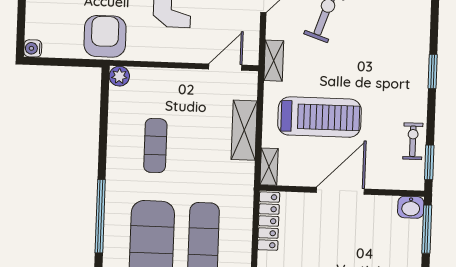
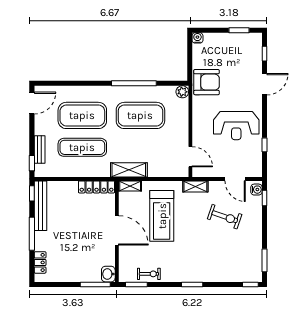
shelving: (244, 130) -> (129, 170), moved
exercise mat: (155, 146) -> (140, 115), width x2.00, depth x1.45
window: (100, 216) -> (134, 83), moved

